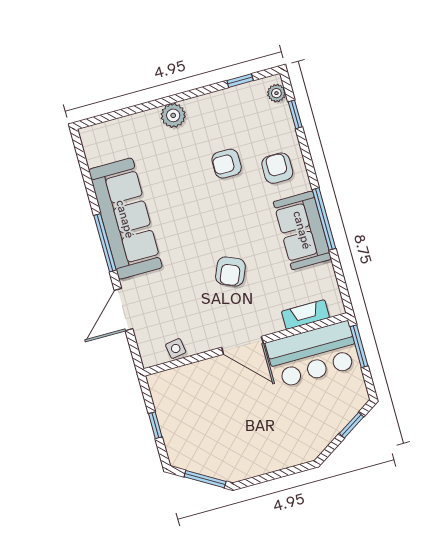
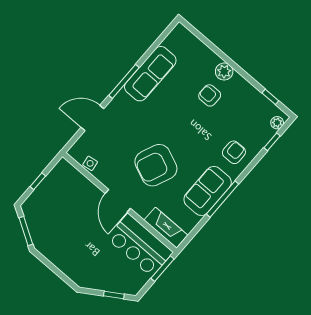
armchair: (227, 164) -> (210, 95), moved
sofa: (125, 219) -> (150, 74), width x0.74, depth x0.79
armchair: (230, 271) -> (156, 165), width x1.88, depth x1.88
fireplace: (305, 315) -> (166, 228), width x1.37, depth x1.32

